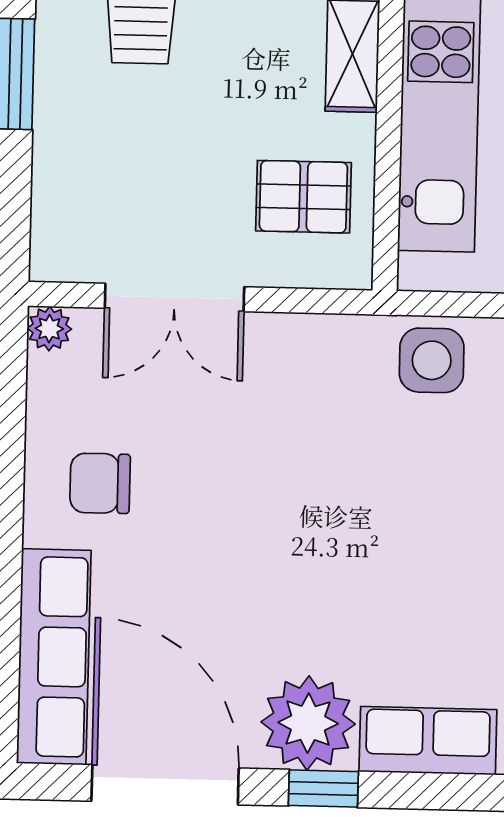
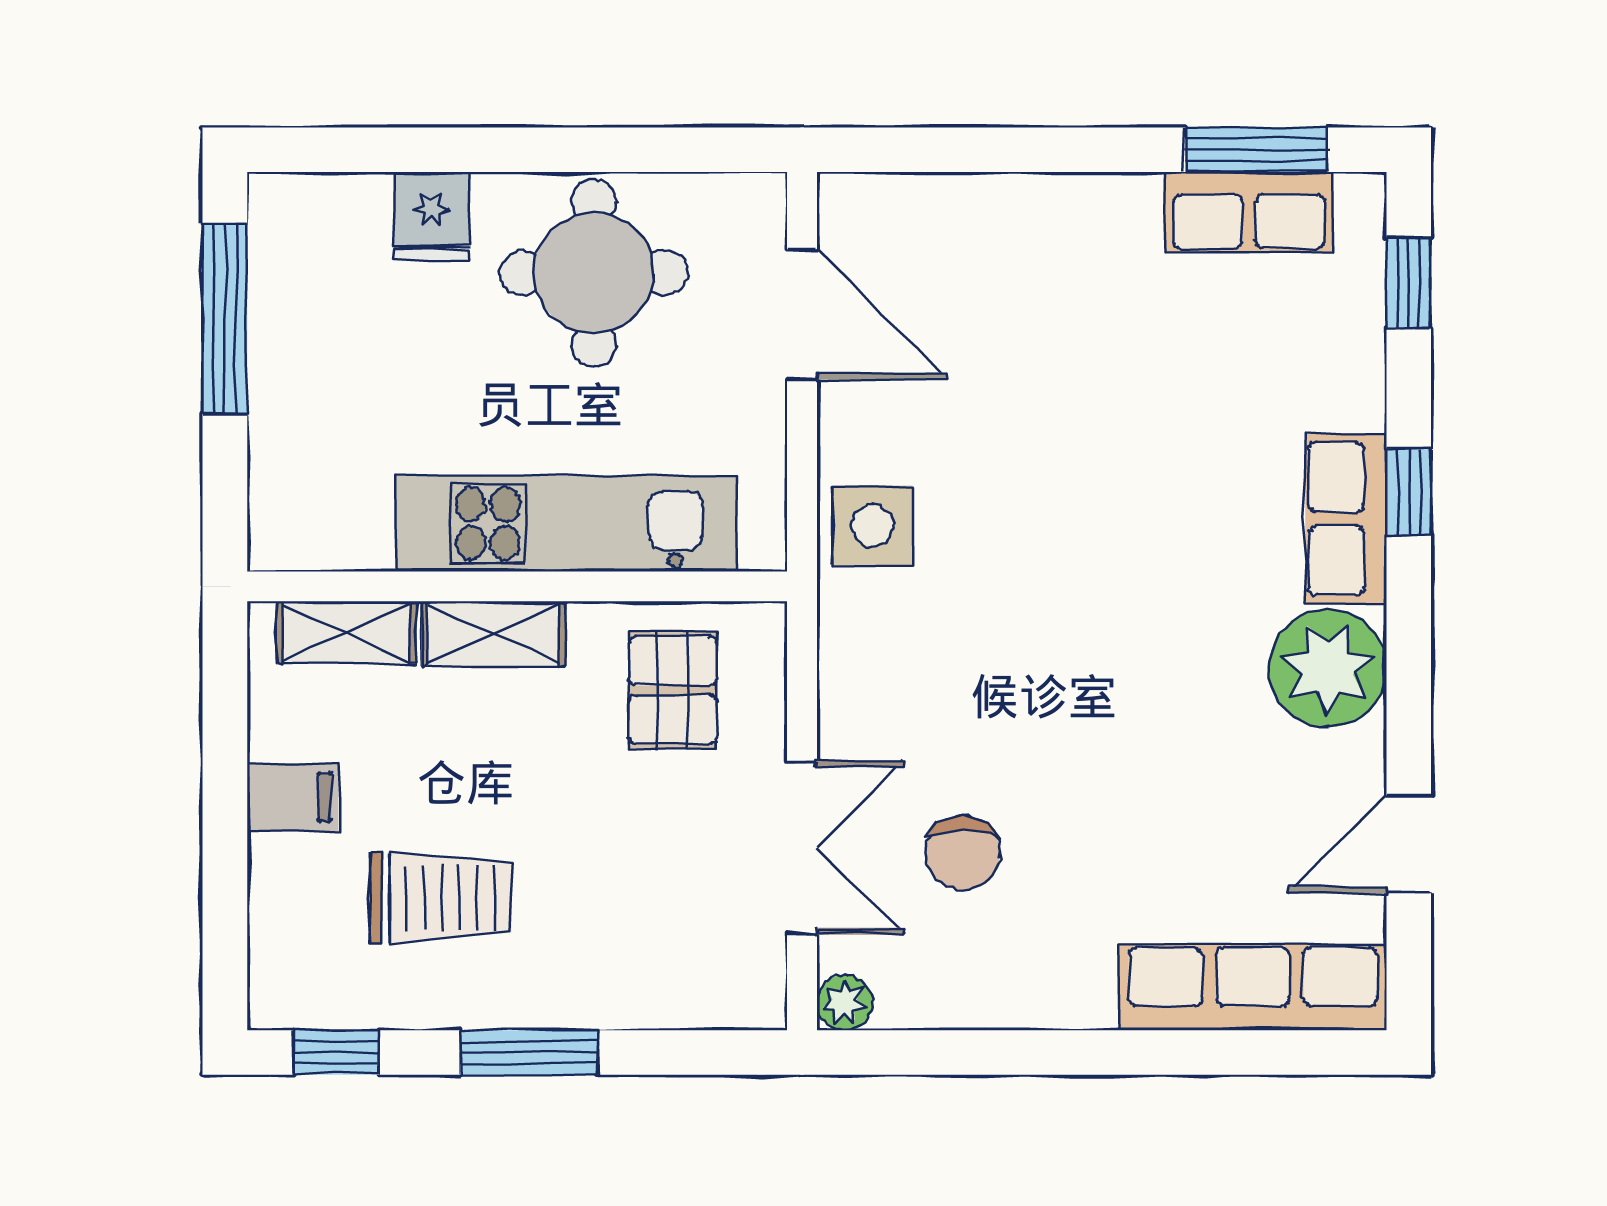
chair: (100, 483) -> (963, 853), moved
door: (165, 785) -> (1409, 845), width x0.53
window: (323, 789) -> (1409, 492), moved

